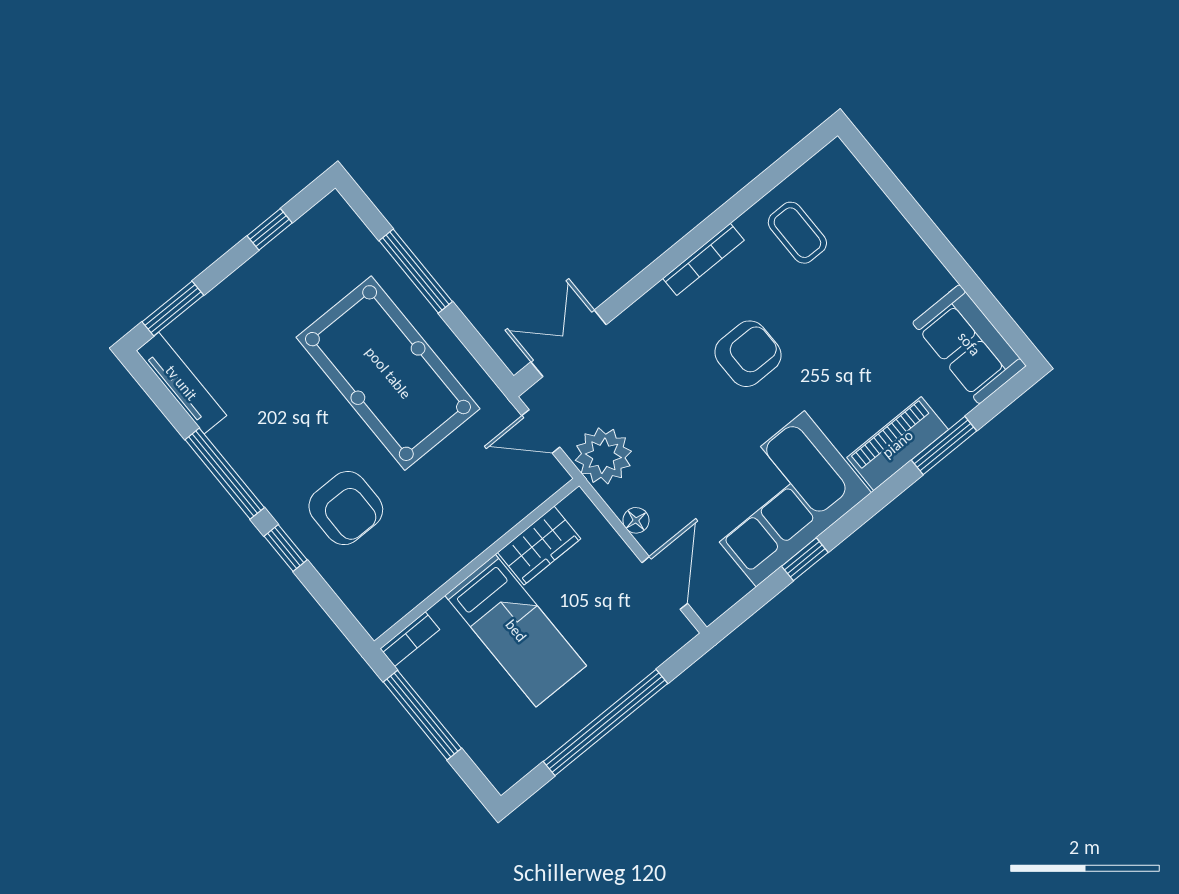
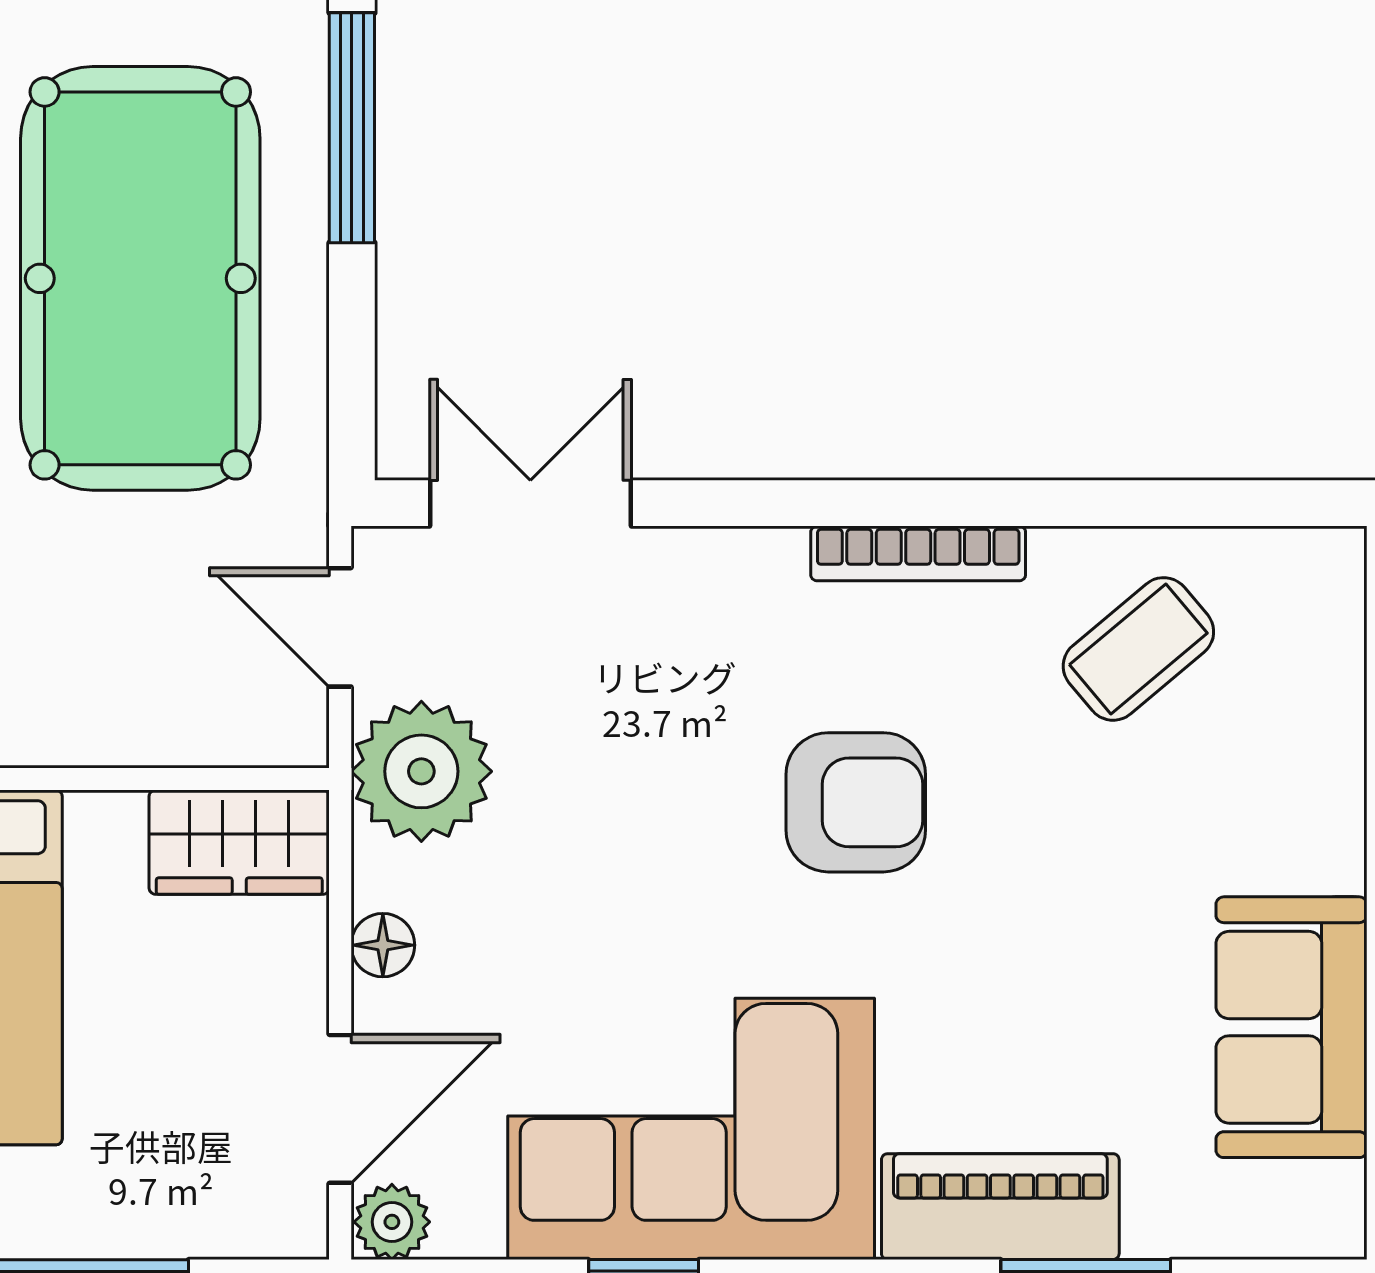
coffee table: (797, 233) -> (1138, 649), turned 50
sofa: (969, 344) -> (1292, 1027), moved
wardrobe: (539, 546) -> (239, 842), moved
plant: (710, 605) -> (392, 1222), added

